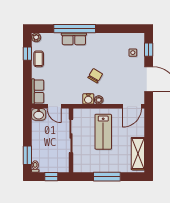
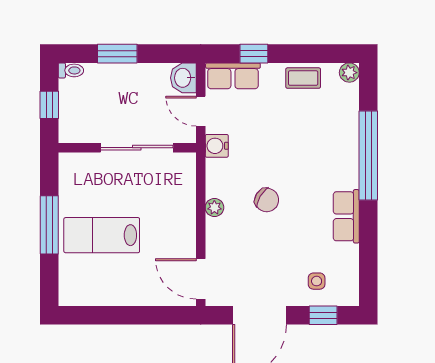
row of seats: (74, 39) -> (346, 216), moved
window: (27, 54) -> (254, 54), moved
water cooler: (88, 99) -> (217, 146), moved
door: (54, 106) -> (201, 111), hinge flipped
lab bench: (103, 132) -> (102, 235), moved
shelving: (138, 154) -> (99, 292), removed
window: (27, 155) -> (117, 54), moved

